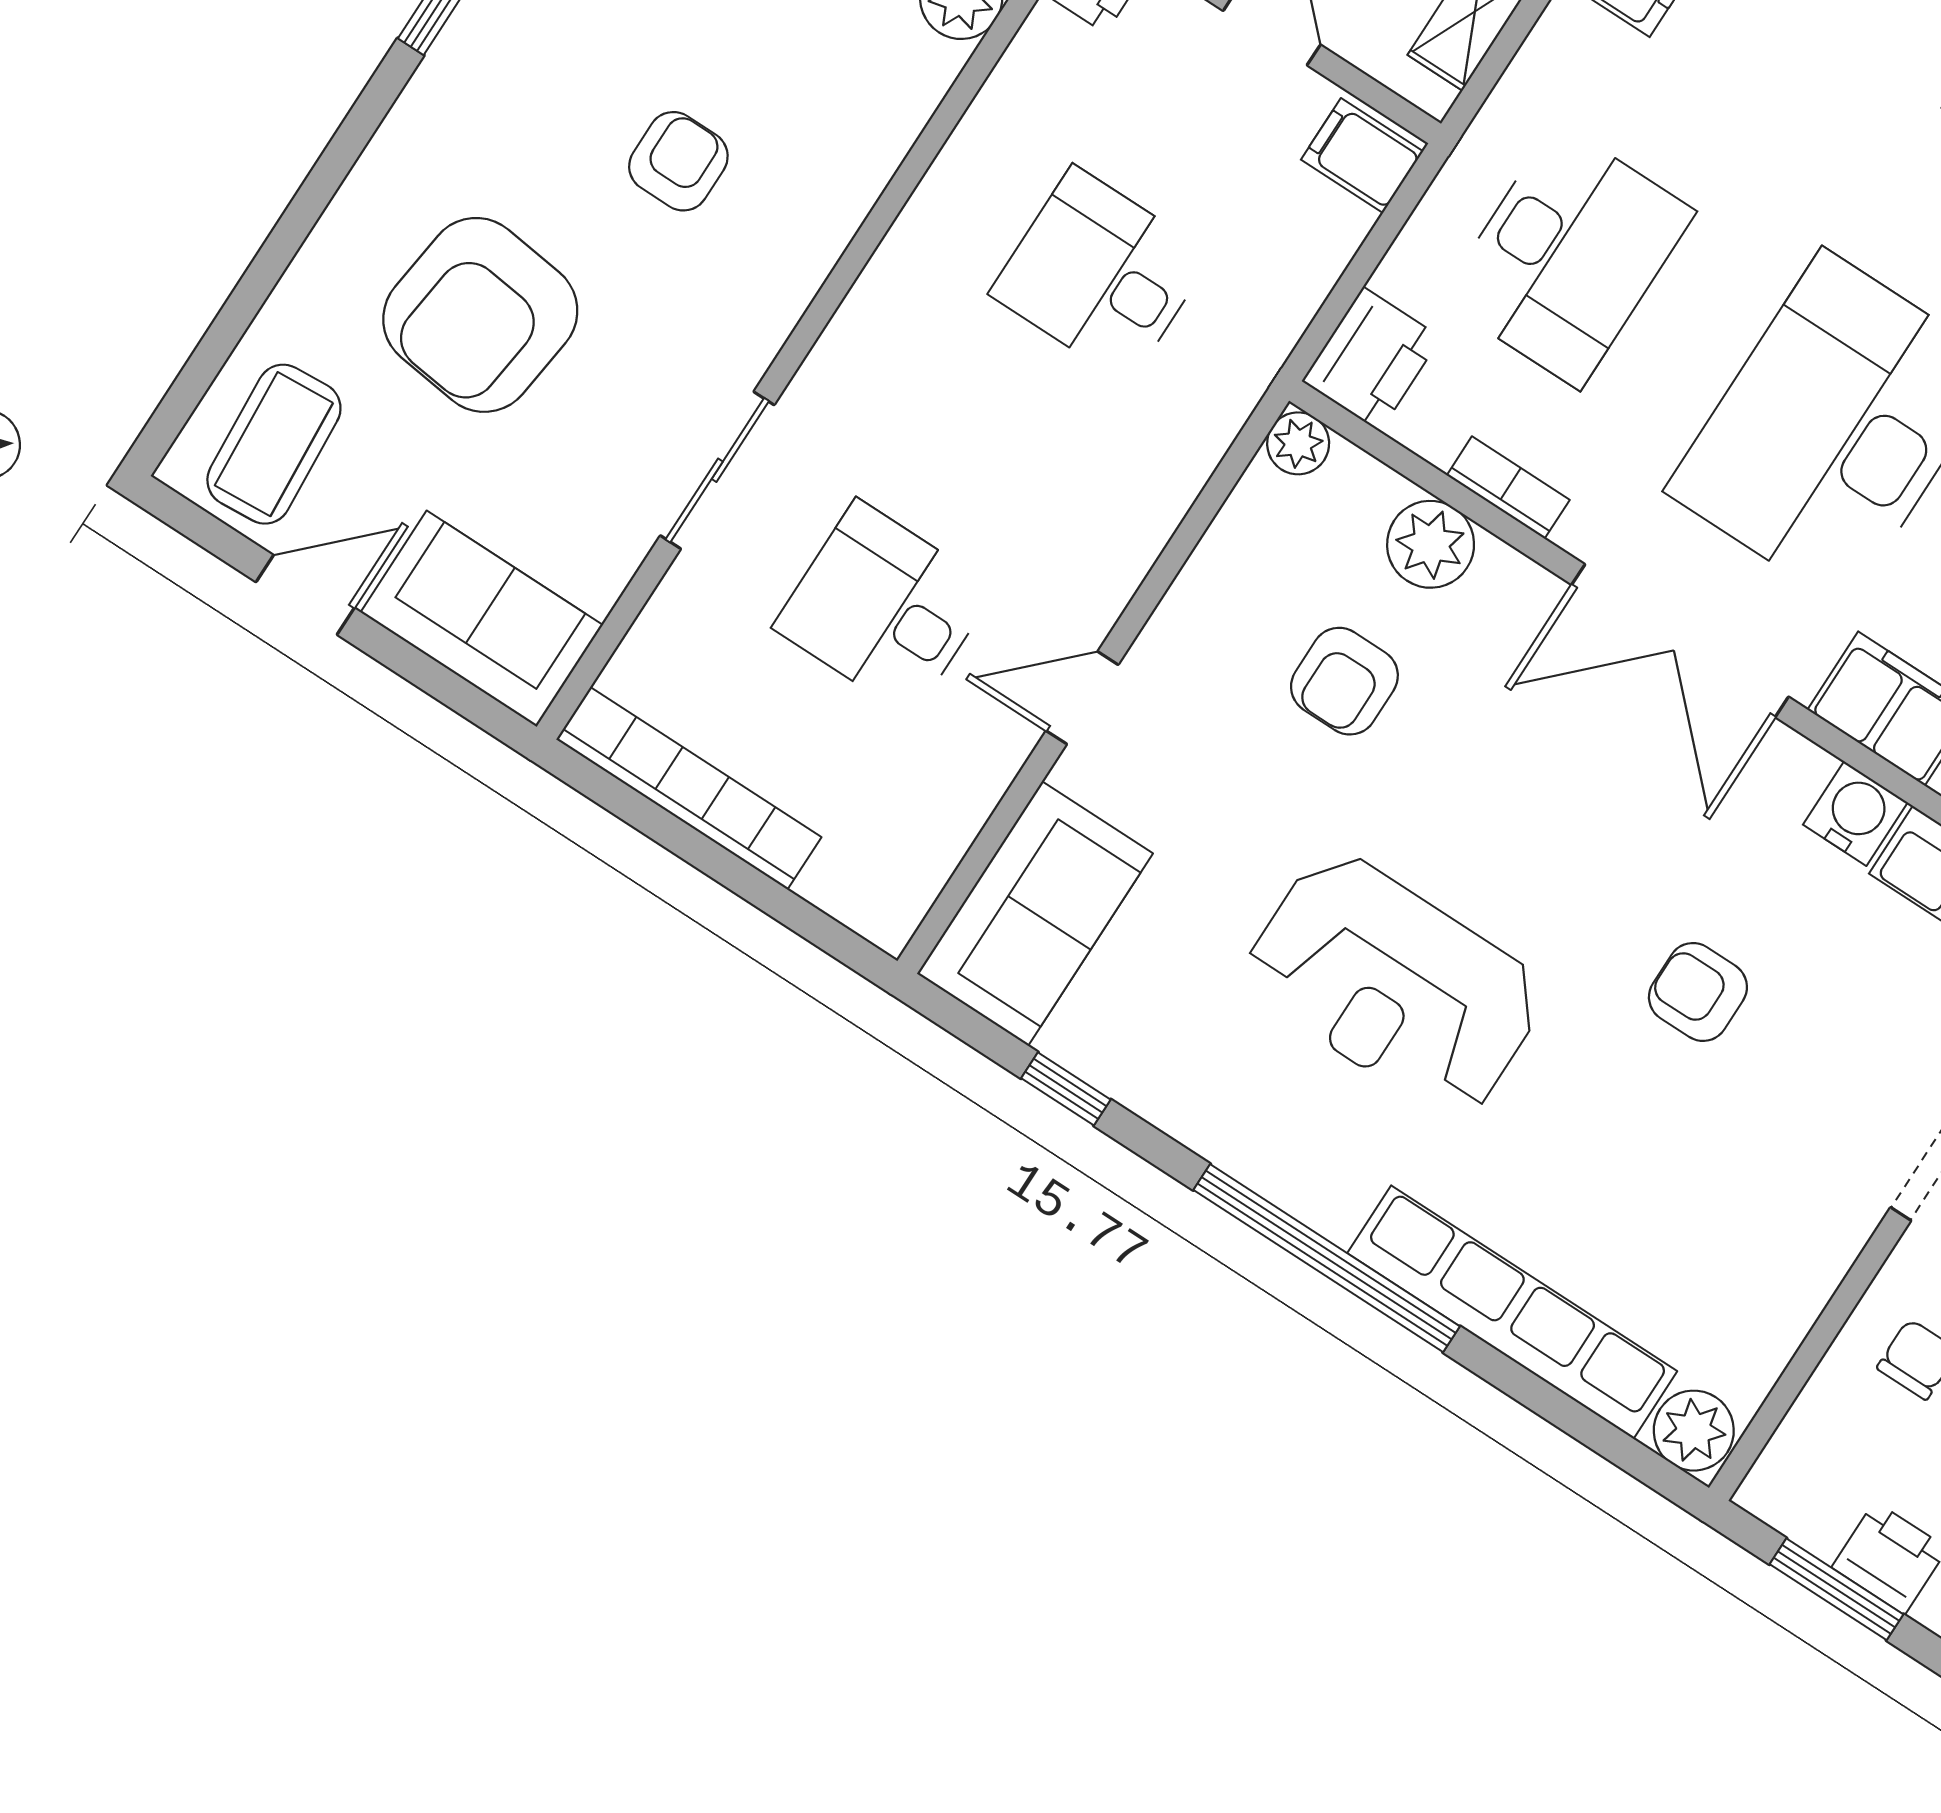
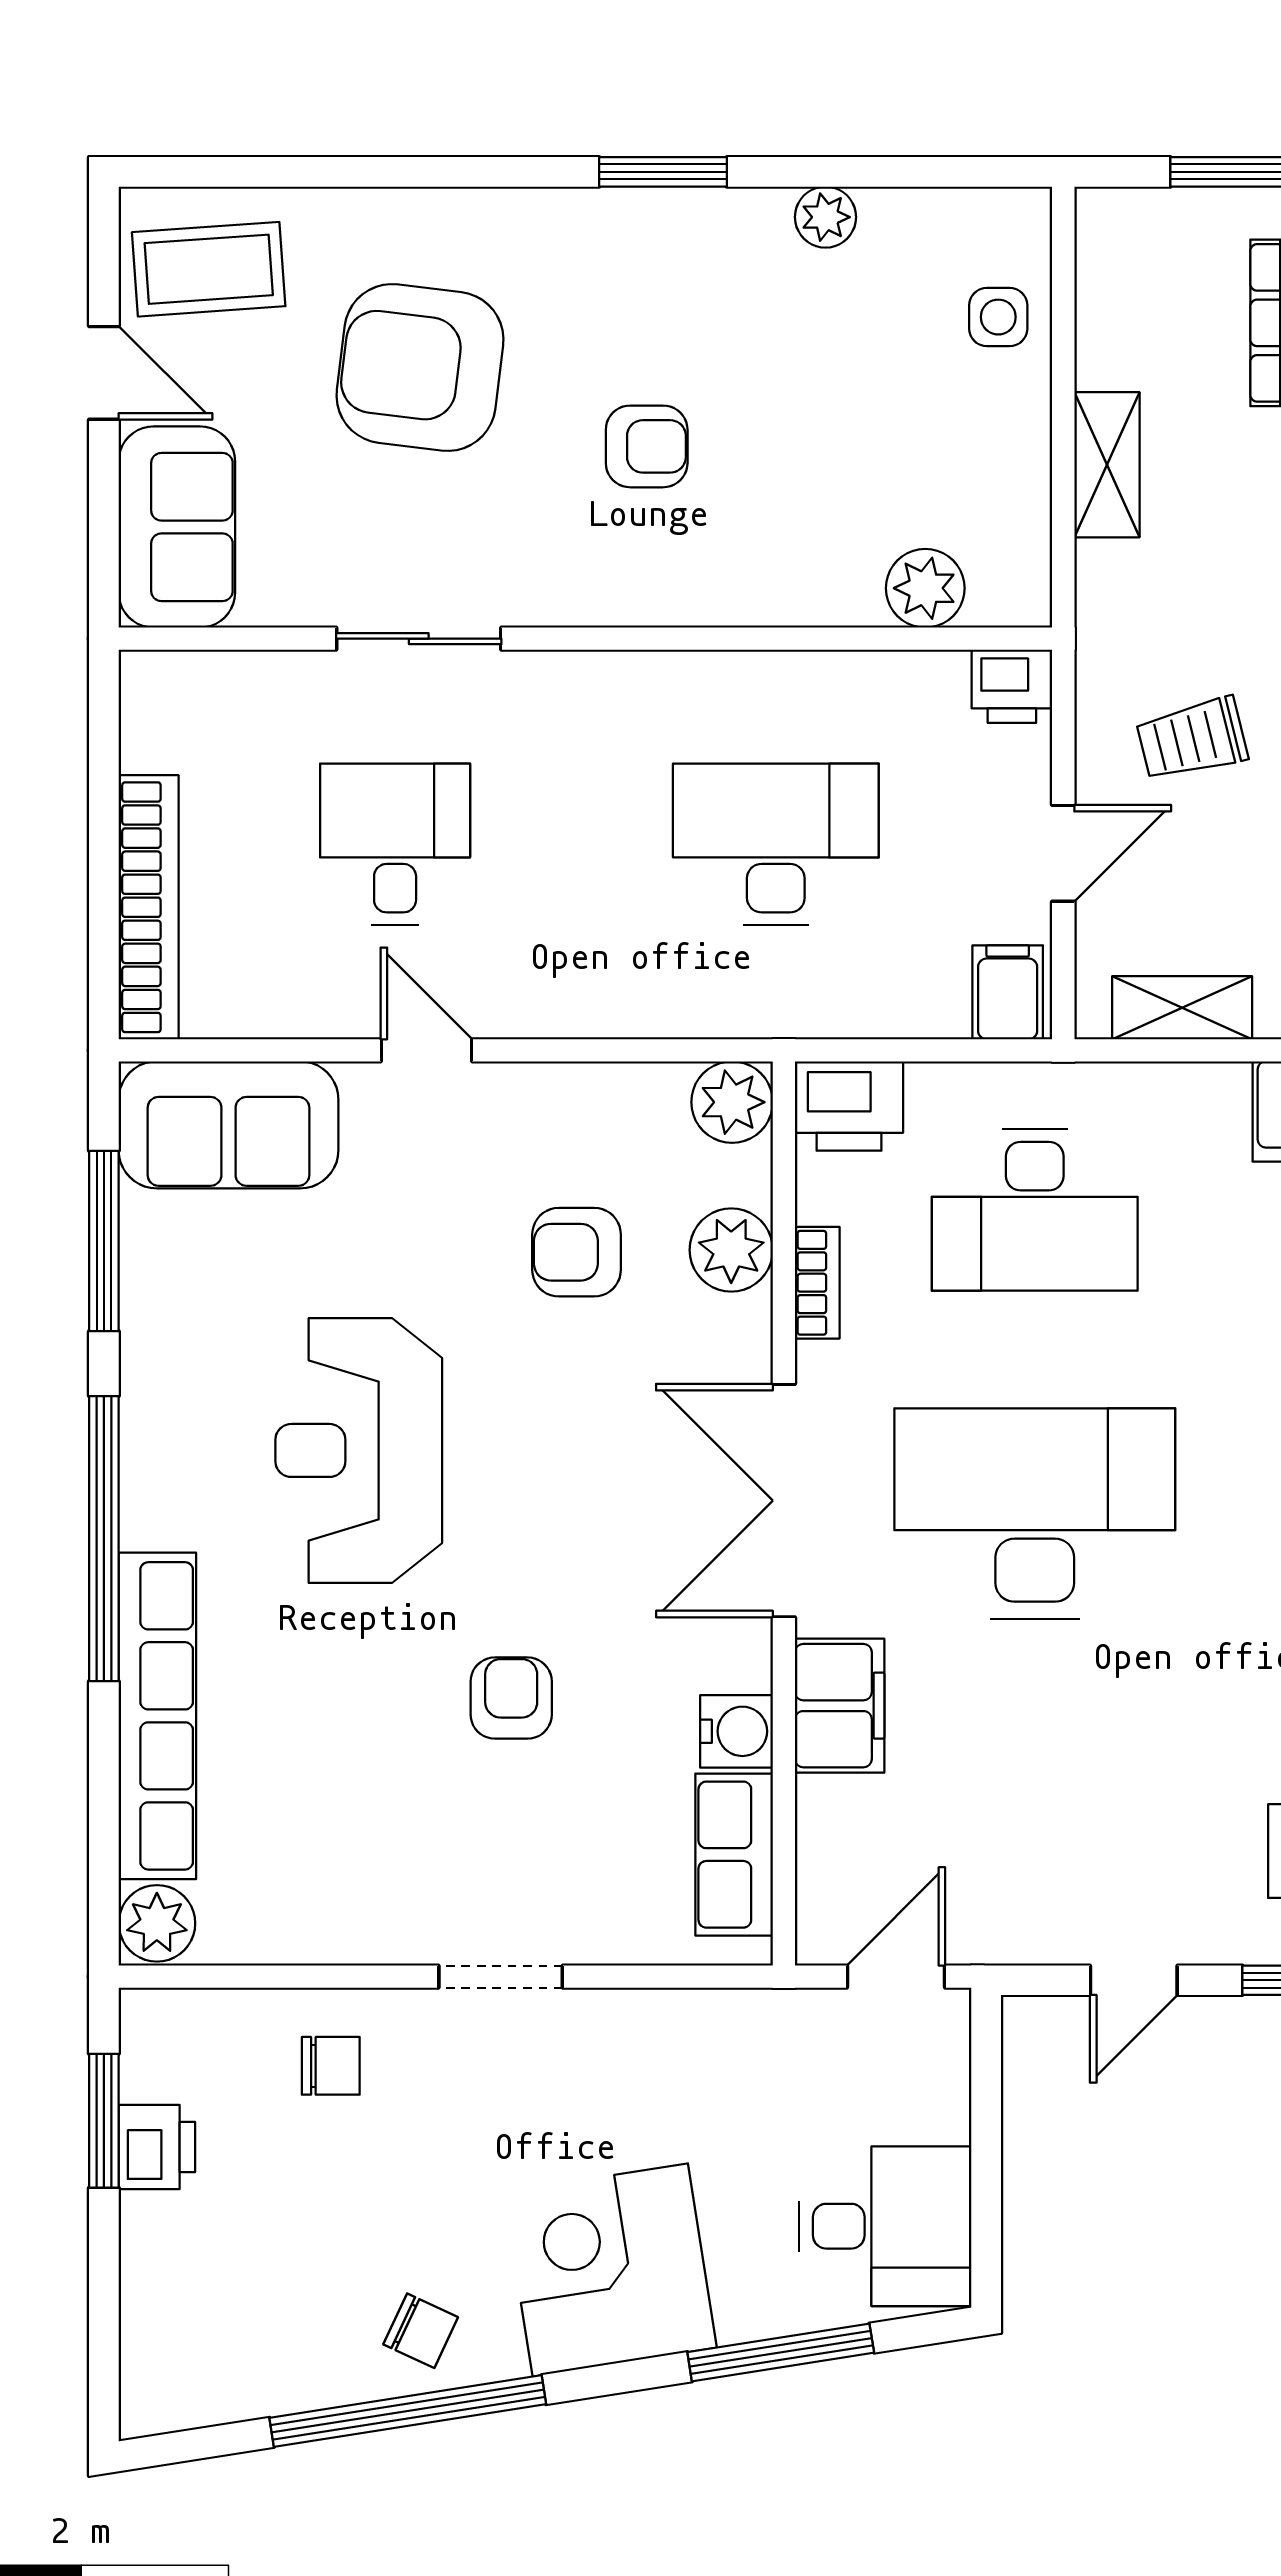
desk: (1101, 275) -> (776, 844), width x1.37
plant: (1298, 443) -> (732, 1102), width x1.38, depth x1.38
bookcase: (689, 788) -> (149, 907), moved
window: (1066, 1089) -> (104, 1241), width x2.17

